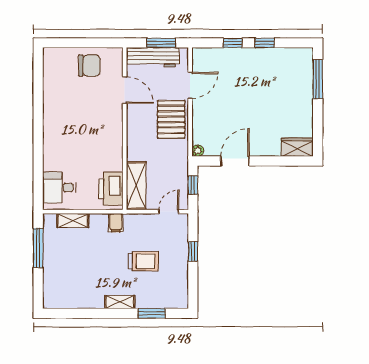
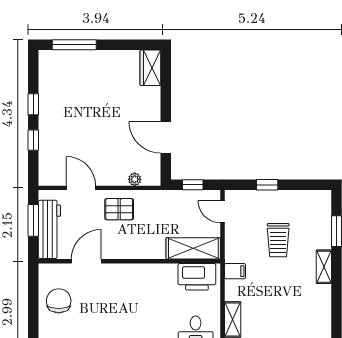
pallet: (171, 119) -> (119, 209), width x0.67, depth x0.71
plant: (198, 151) -> (135, 179), moved
trolley: (143, 261) -> (278, 240), turned 180

